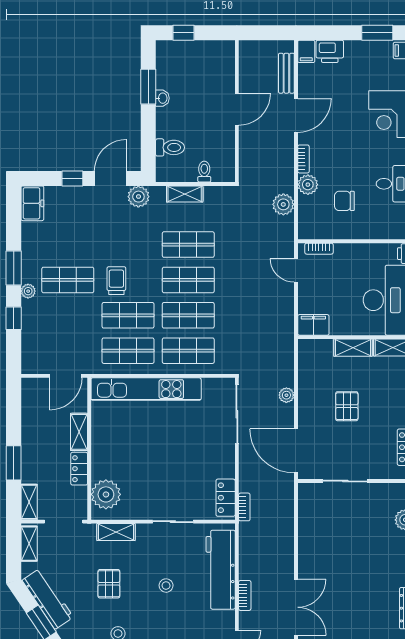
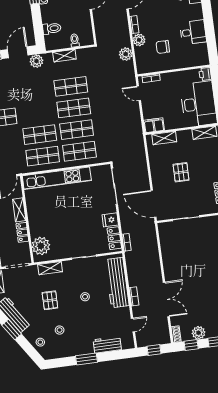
trolley: (116, 281) -> (30, 114), removed
shelving: (353, 348) -> (164, 138), moved
plant: (286, 395) -> (143, 170), removed
fridge: (223, 467) -> (110, 220), added

